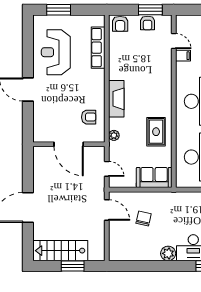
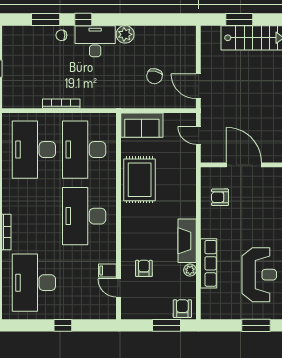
window: (150, 10) -> (166, 325), moved
armchair: (148, 23) -> (144, 268), moved
row of seats: (98, 48) -> (209, 263), moved
fireplace: (116, 99) -> (187, 241), moved
rug: (156, 132) -> (140, 180), width x1.36, depth x1.43
plant: (114, 135) -> (190, 270), moved

